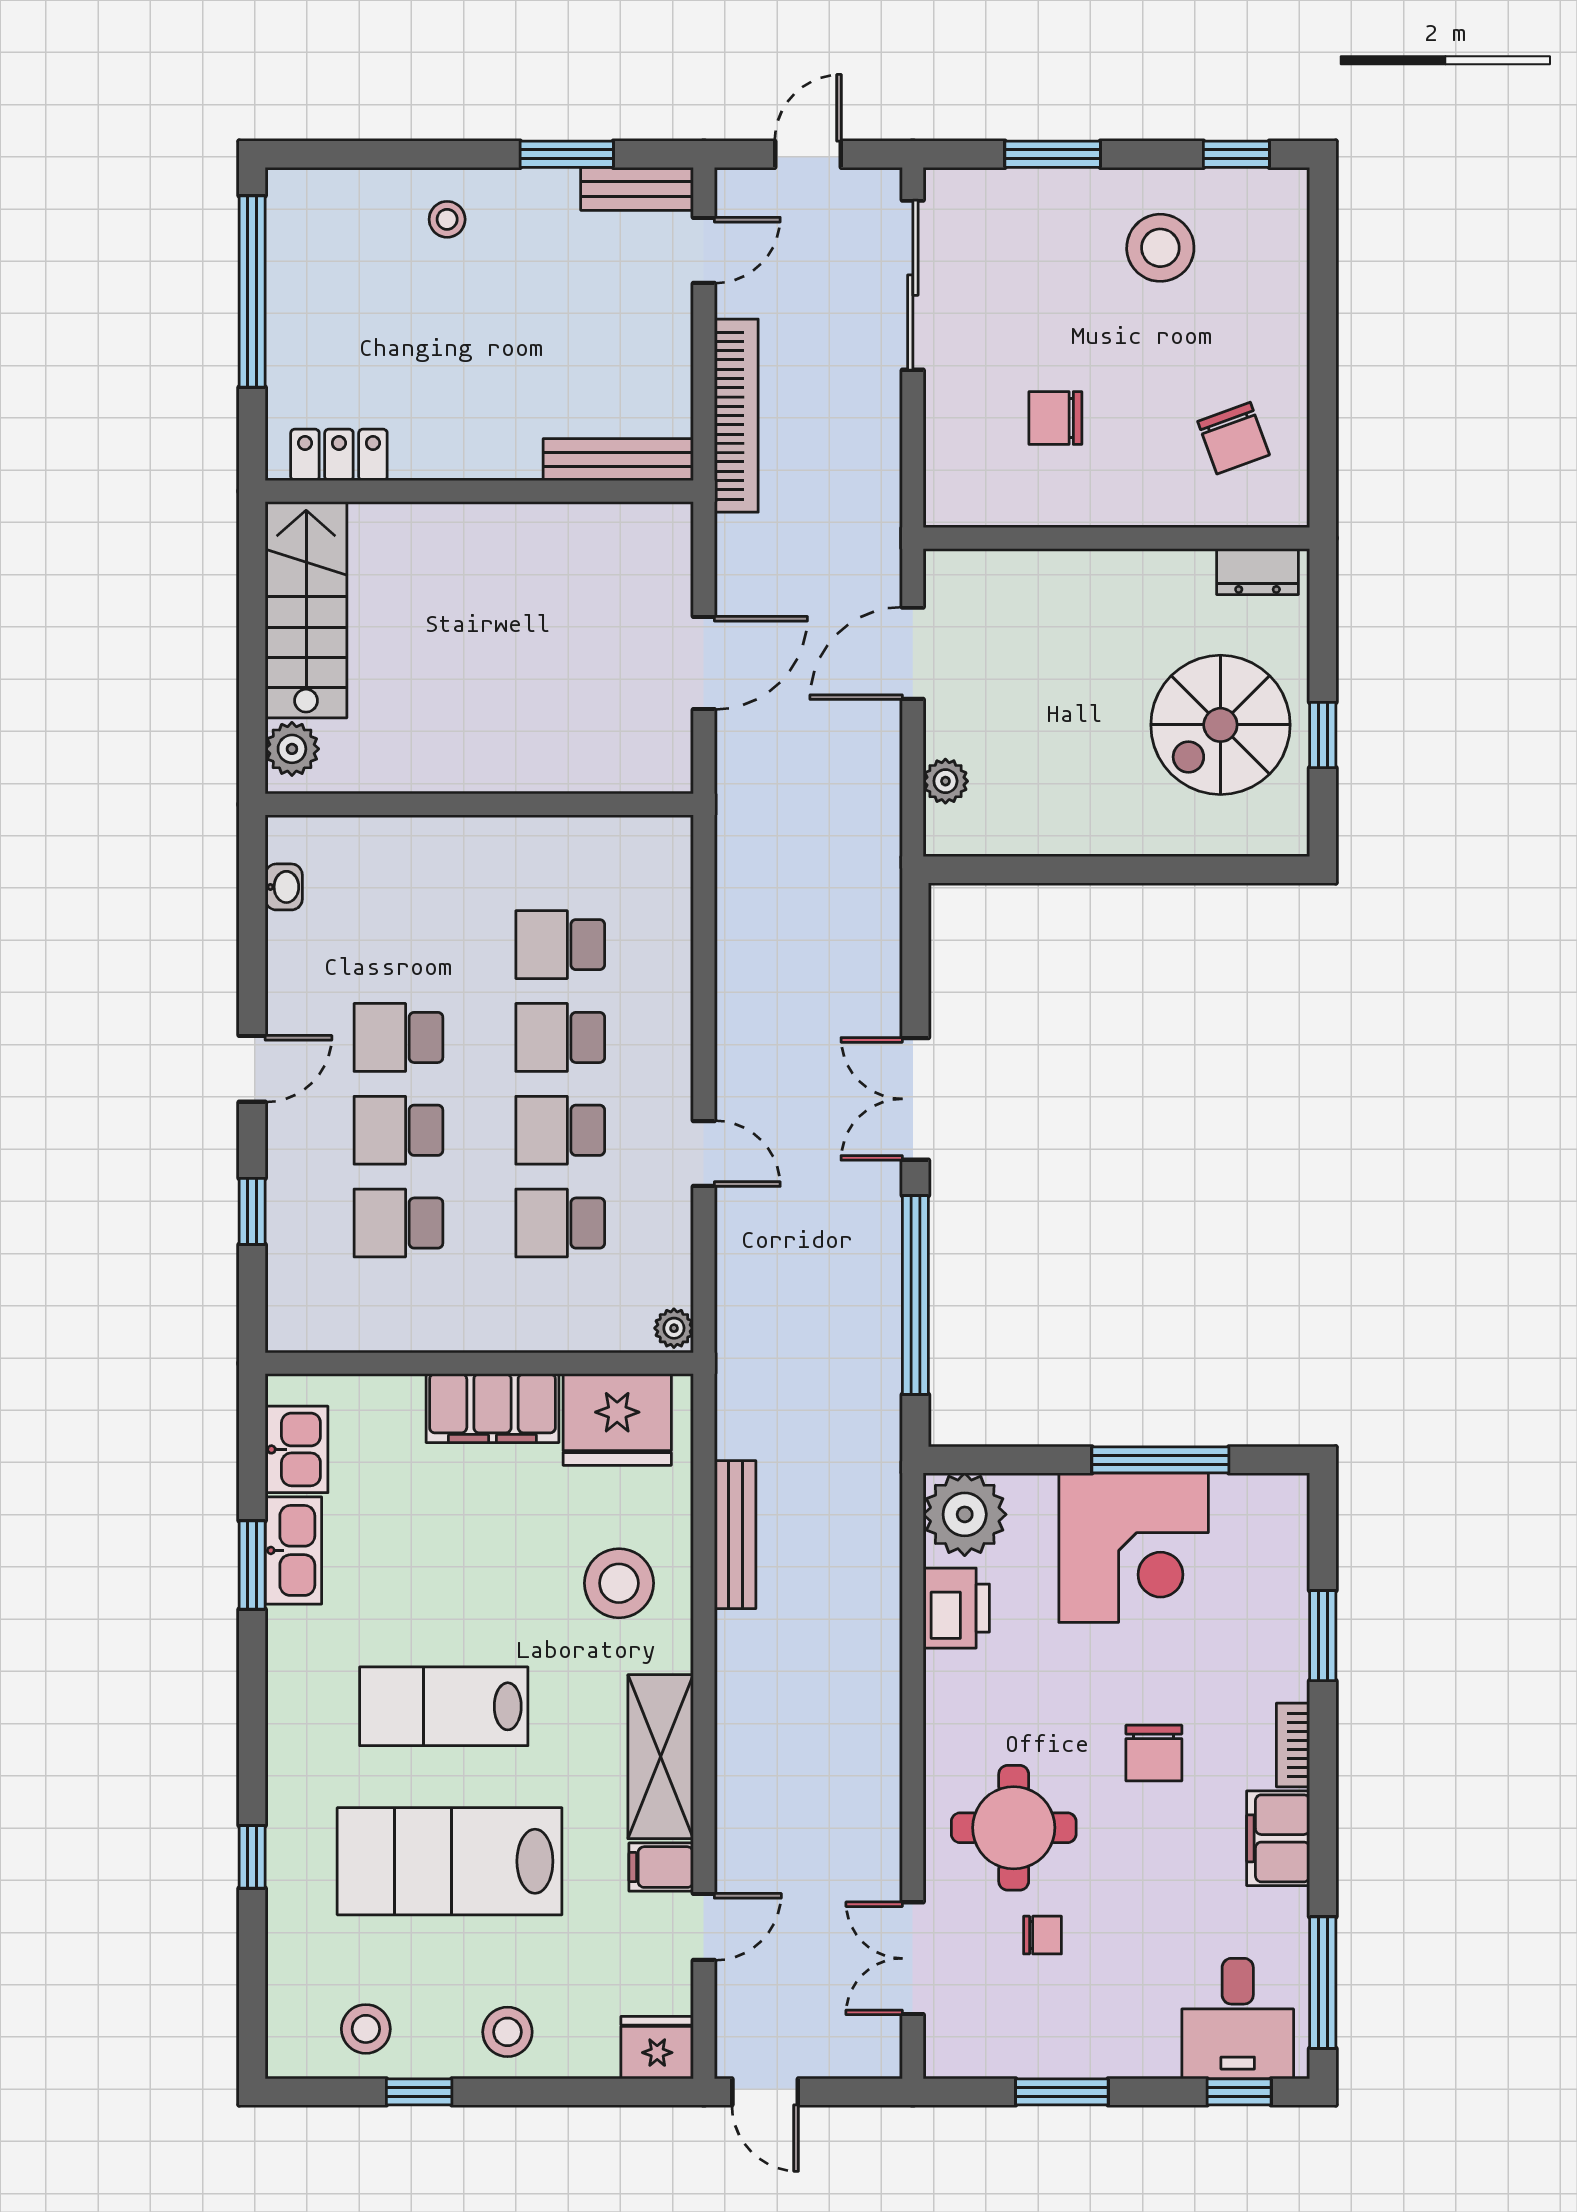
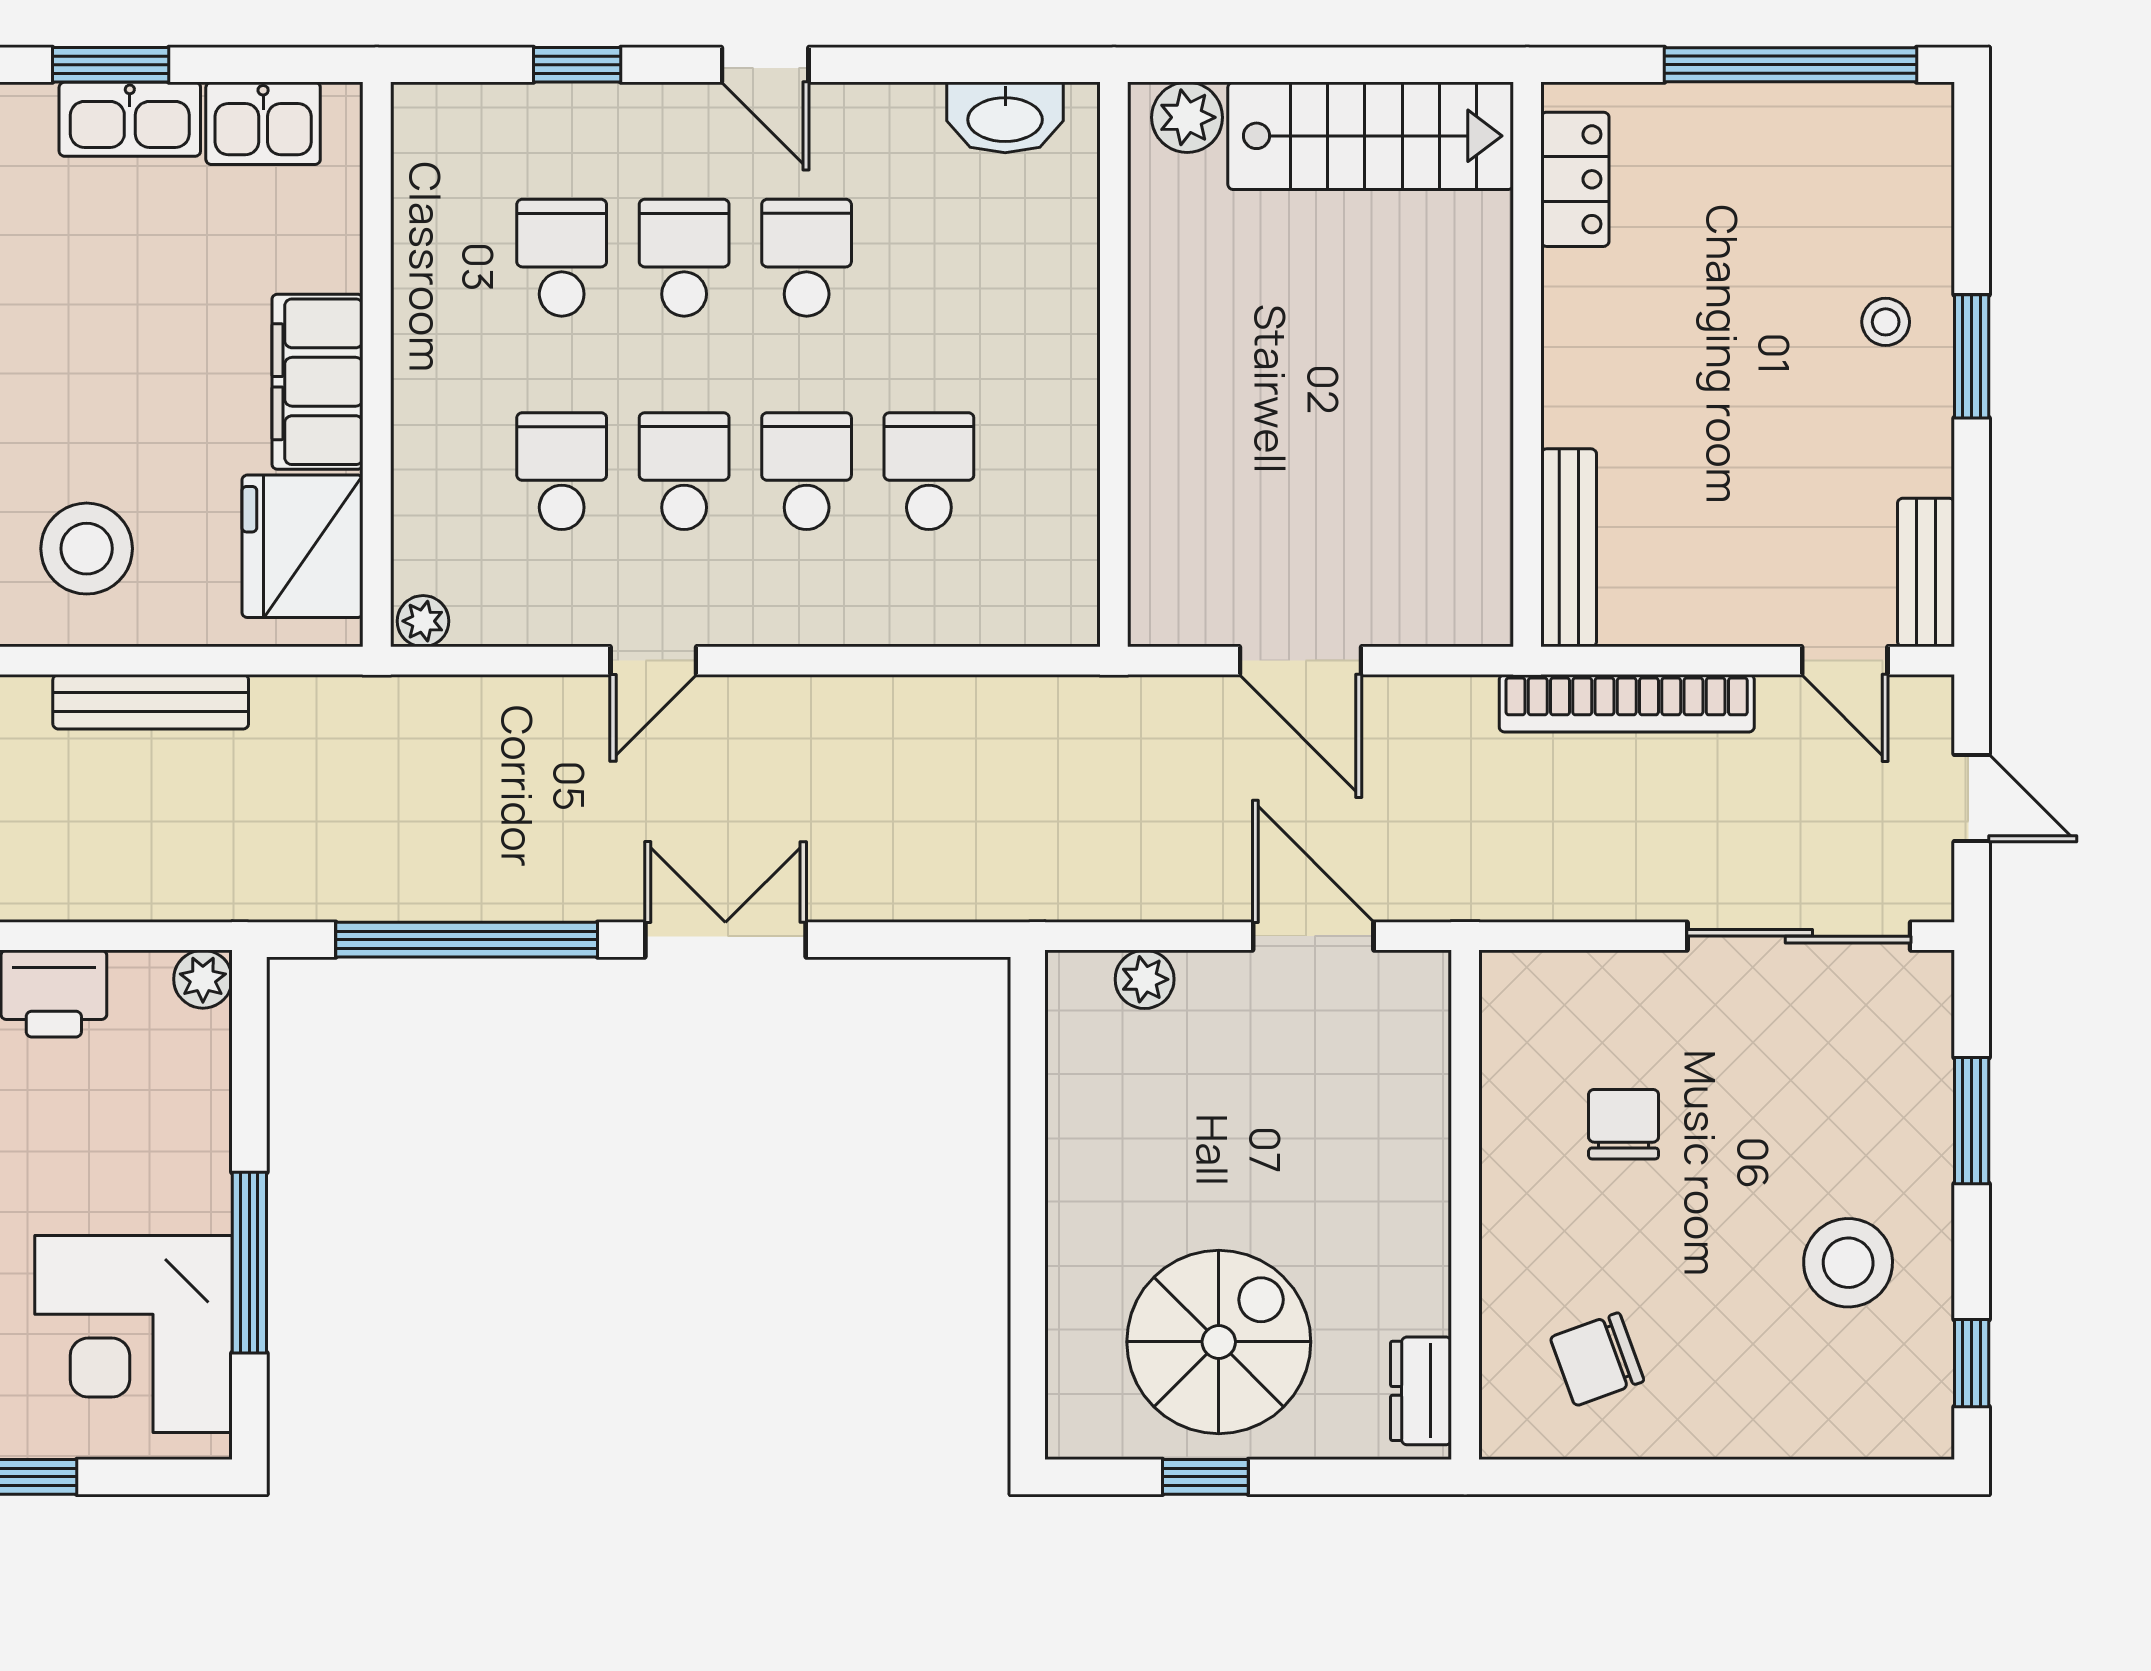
window: (567, 154) -> (1972, 356), moved
spiral stairs: (1220, 725) -> (1219, 1342), turned 90
washbasin: (284, 887) -> (1005, 117), width x1.91, depth x1.45
plant: (965, 1514) -> (203, 979), width x0.53, depth x0.53
corner desk: (1134, 1548) -> (133, 1334), moved

